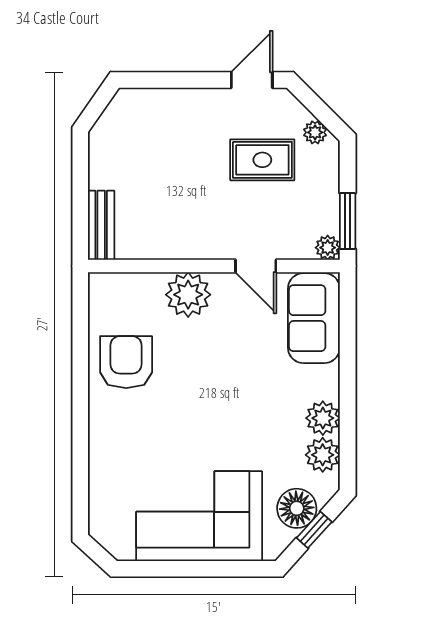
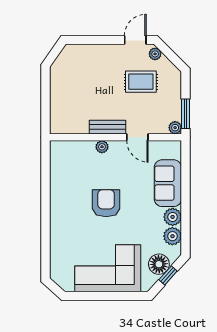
plant: (315, 132) -> (155, 54), moved
bench: (101, 225) -> (107, 127), moved, turned 90
plant: (188, 295) -> (102, 147), width x0.53, depth x0.53
sofa: (314, 318) -> (168, 183), moved
armchair: (126, 362) -> (106, 203), moved

